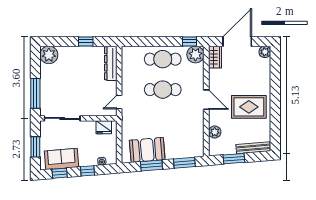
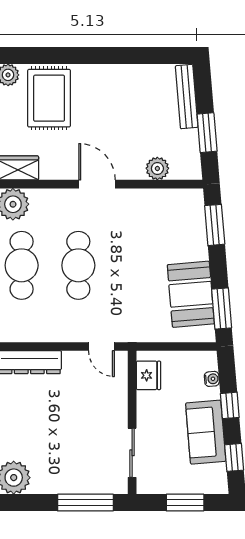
door: (206, 100) -> (97, 184), hinge flipped
rug: (249, 107) -> (49, 98), moved
sliding door: (62, 118) -> (132, 453), width x0.73
sofa: (61, 159) -> (206, 432), moved
window: (151, 165) -> (222, 309), moved

